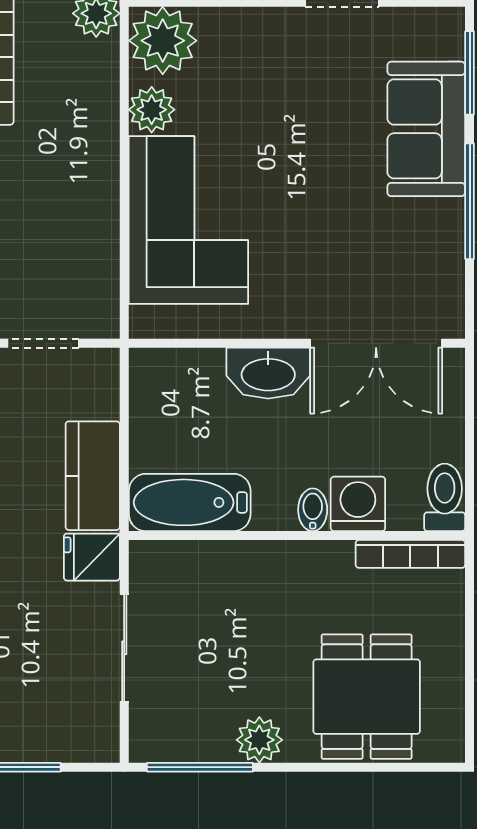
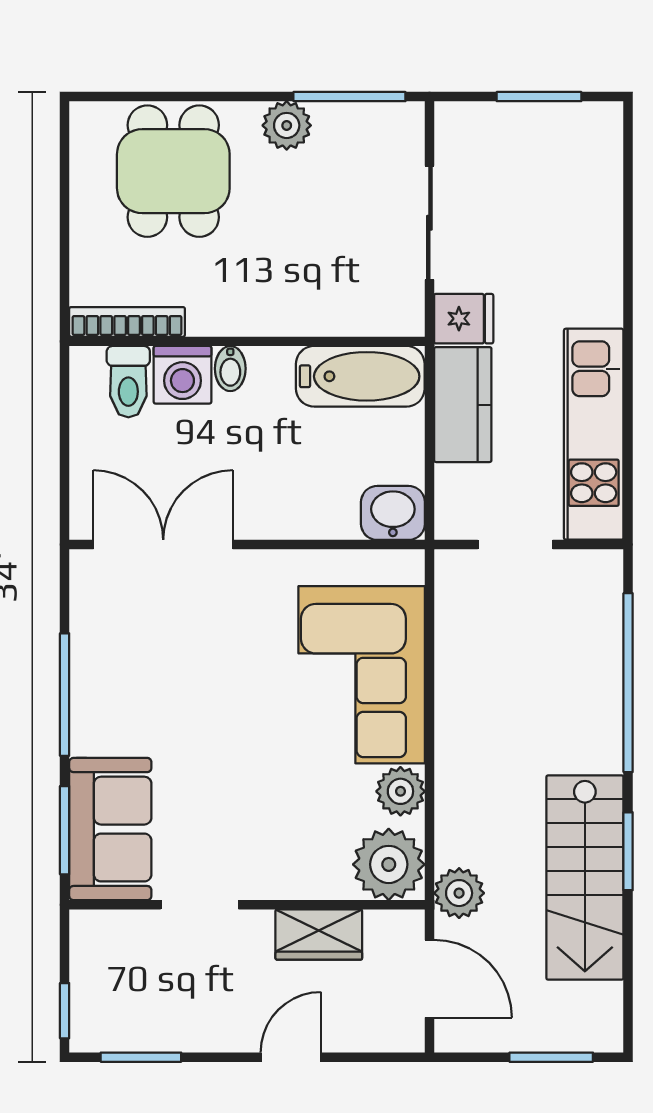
sofa: (426, 129) -> (110, 829), moved
washbasin: (268, 373) -> (393, 513), moved, width x0.72
toilet: (445, 497) -> (128, 382), moved

